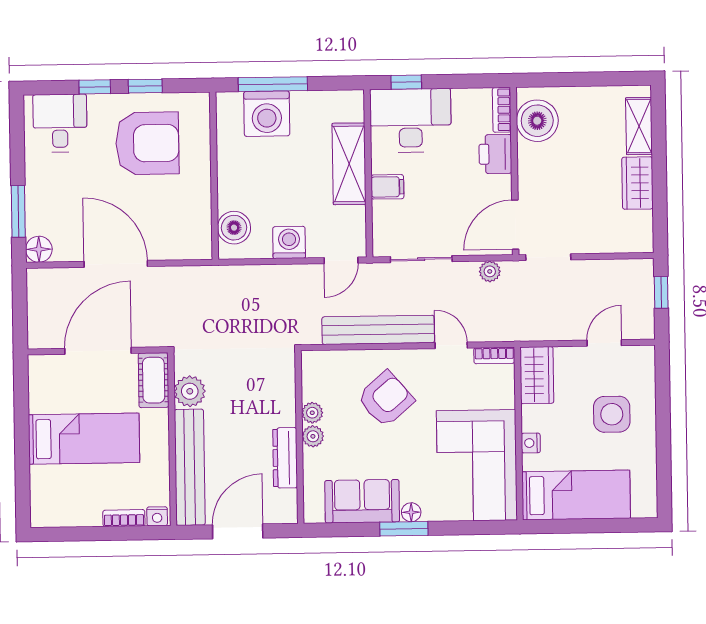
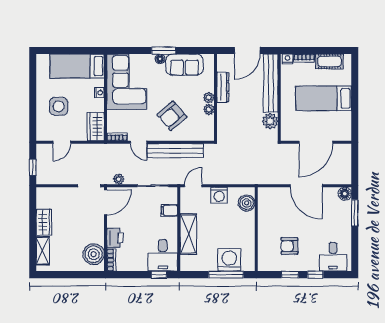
desk: (410, 120) -> (163, 255), width x0.73
armchair: (147, 143) -> (289, 246), width x0.53, depth x0.53
filing cabinet: (387, 187) -> (169, 210), moved
cot: (154, 380) -> (329, 61), moved, turned 90

